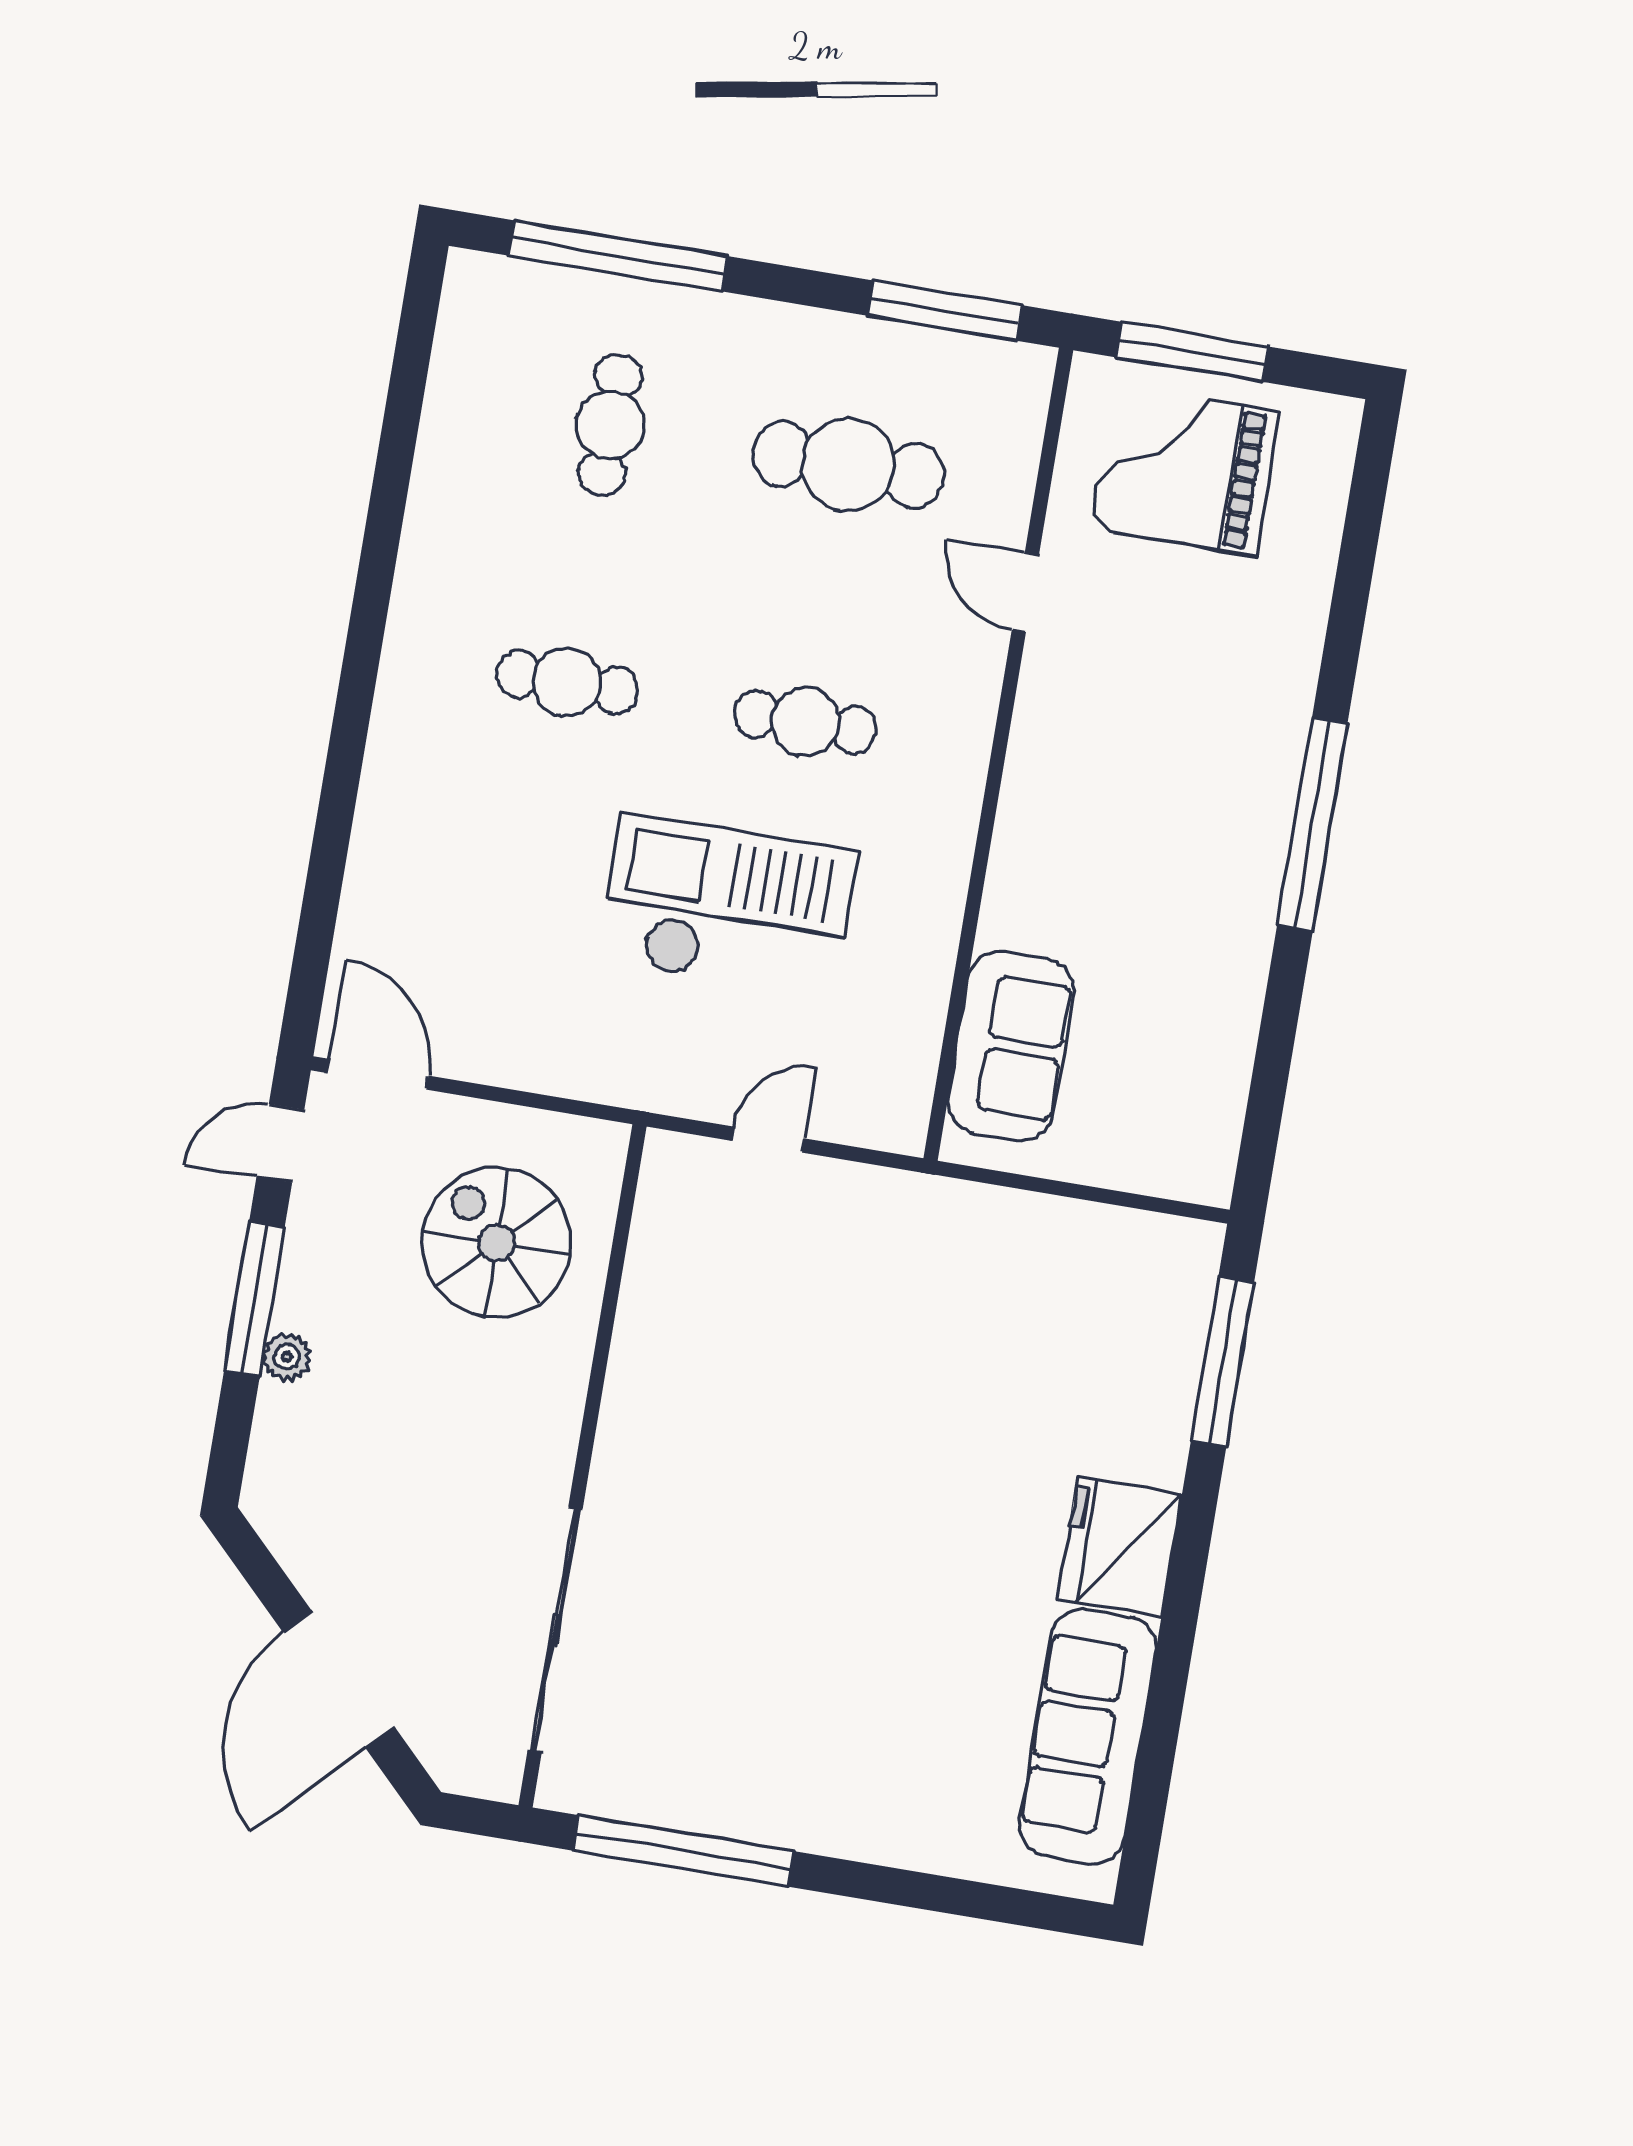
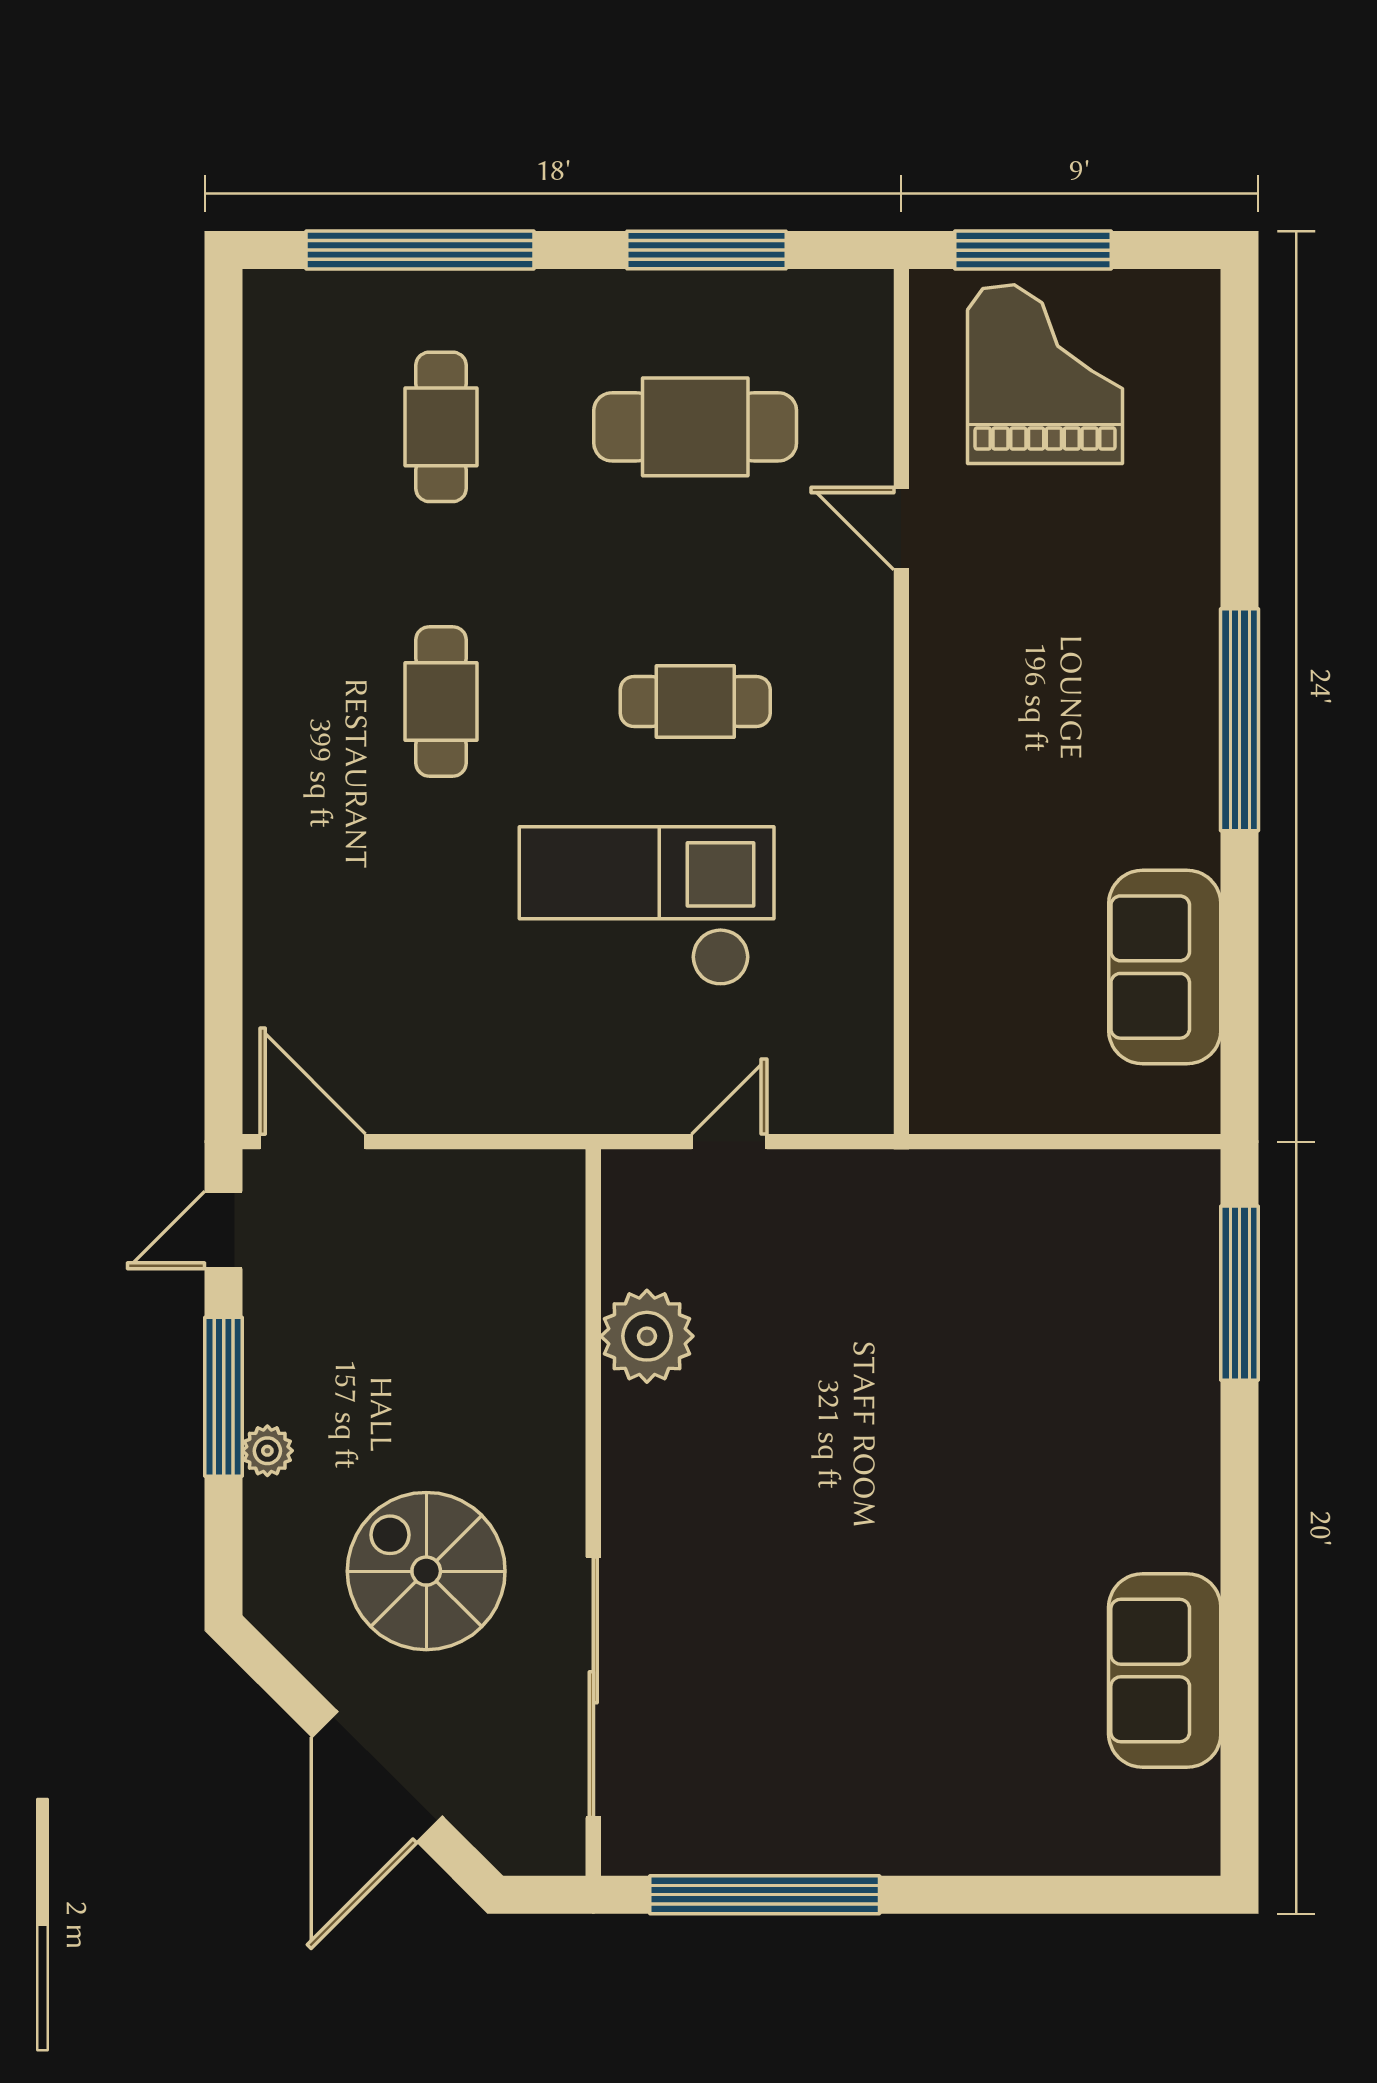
window: (944, 310) -> (706, 250), moved
grand piano: (1184, 470) -> (1045, 374), turned 90
cafe table: (567, 682) -> (441, 701), turned 90
sofa: (1011, 1046) -> (1165, 967), moved, turned 180
spiral stairs: (497, 1243) -> (426, 1571), moved
plant: (660, 1309) -> (647, 1336), added
fridge: (1120, 1547) -> (1165, 1503), removed
sofa: (1088, 1736) -> (1165, 1671), width x0.73

